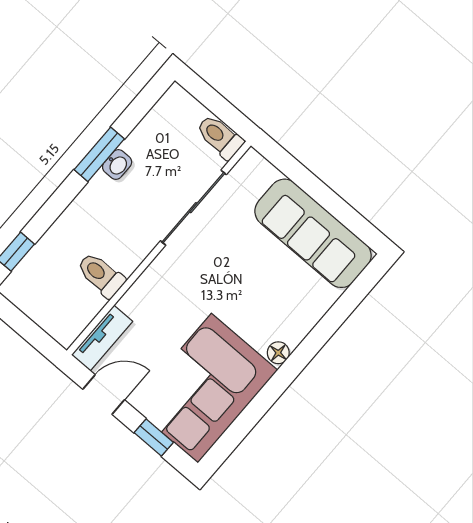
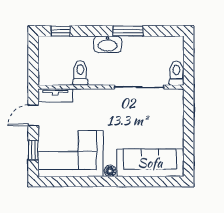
washbasin: (117, 164) -> (108, 44), moved, width x1.91, depth x1.45
sofa: (313, 233) -> (150, 163), moved, turned 90
door: (104, 395) -> (33, 115), swing flipped

